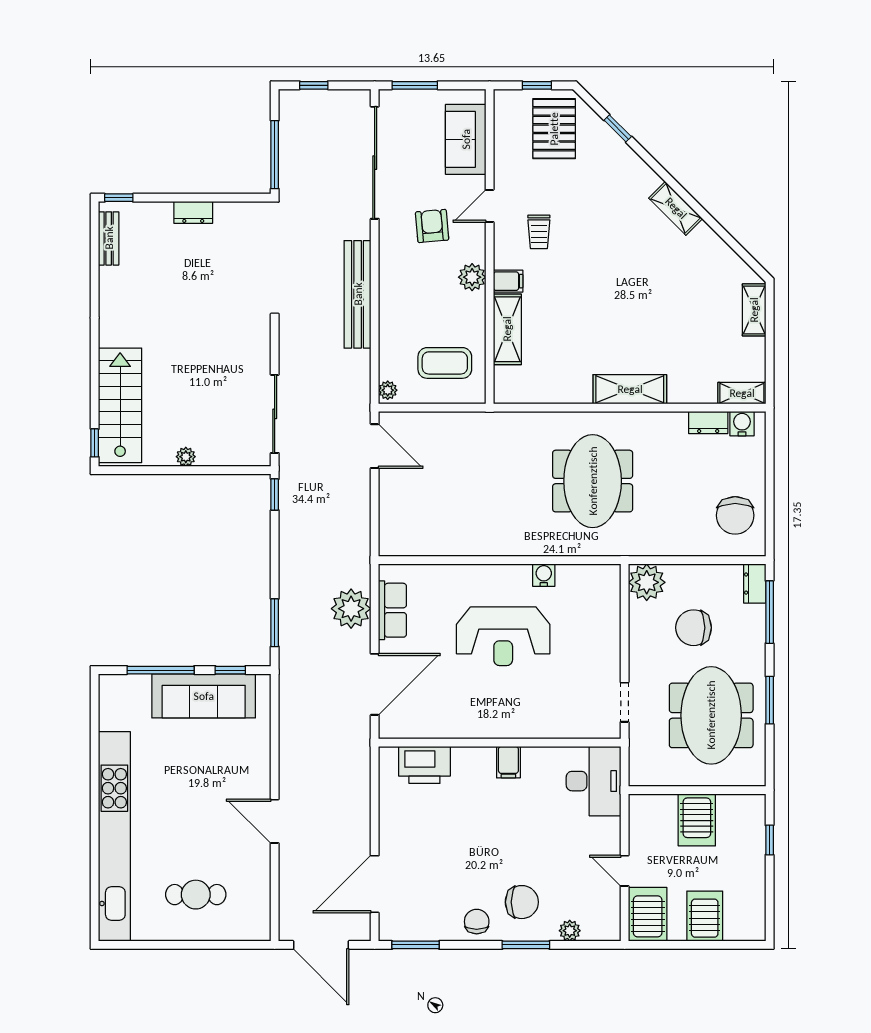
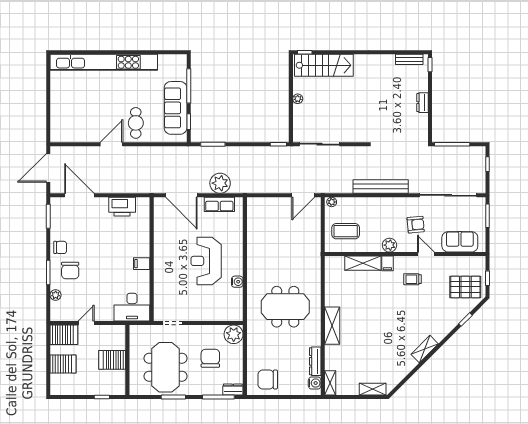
coffee table: (445, 363) -> (346, 231), turned 90
dresser: (708, 422) -> (315, 361), width x1.44
meeting table: (711, 715) -> (166, 367), turned 90
printer: (424, 765) -> (122, 207), moved, turned -90
cafe table: (196, 895) -> (136, 123), moved

